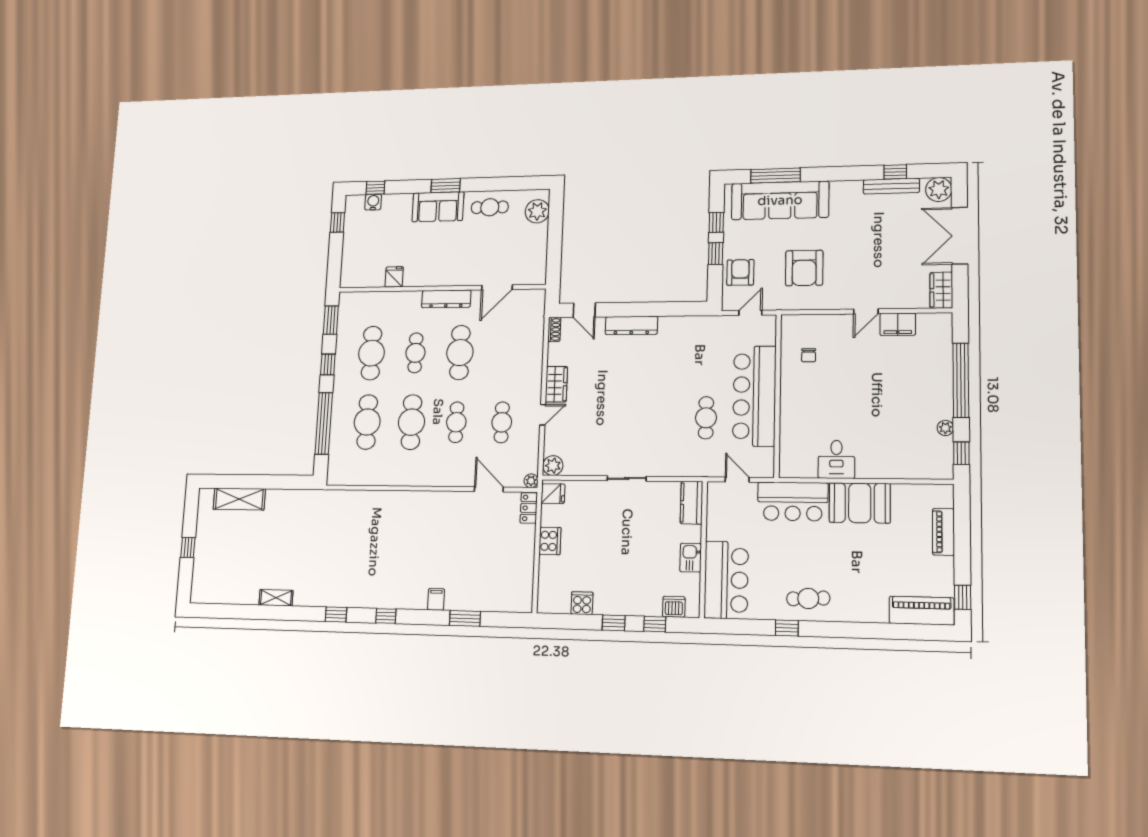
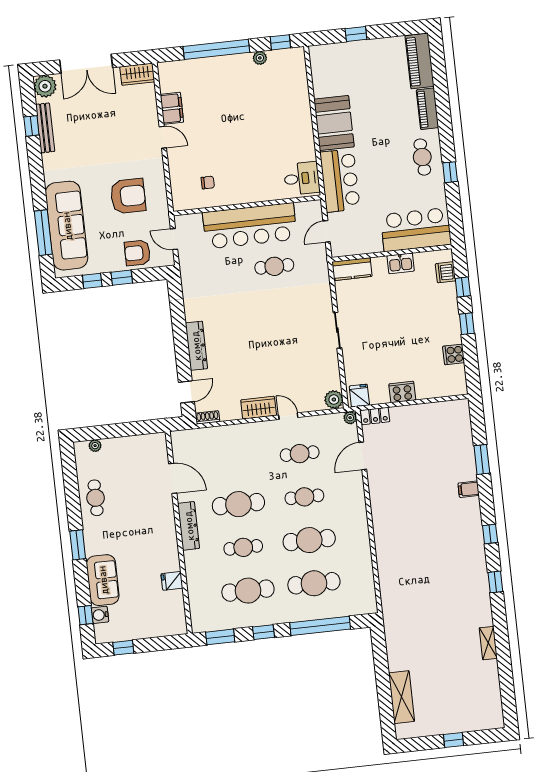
sofa: (438, 207) -> (103, 580), moved
plant: (537, 211) -> (95, 446), width x0.53, depth x0.53
desk: (836, 459) -> (302, 178), moved
piano: (943, 532) -> (428, 109), moved, turned 90
window: (963, 597) -> (356, 34), moved

